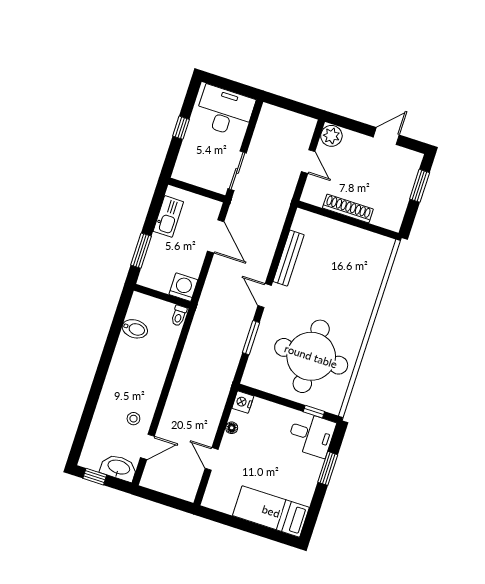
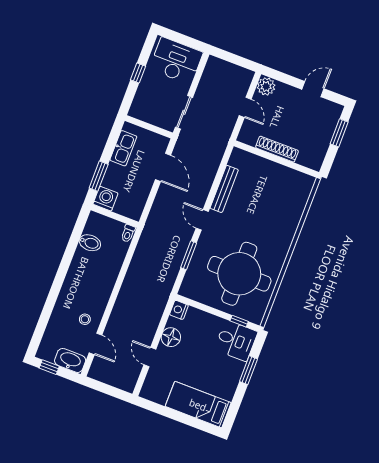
washing machine: (183, 287) -> (106, 199), moved
floor lamp: (232, 428) -> (171, 337), width x1.89, depth x1.89
door: (147, 447) -> (96, 344), hinge flipped

